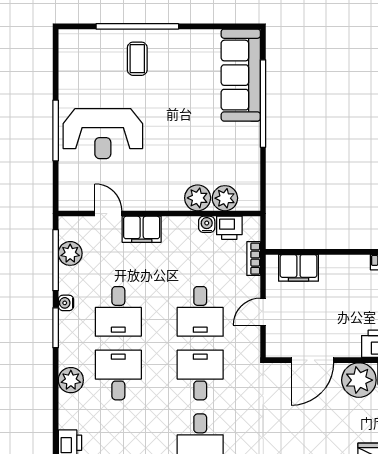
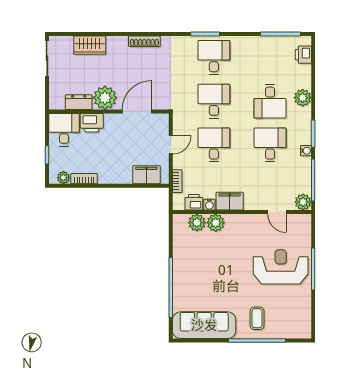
sofa: (241, 75) -> (204, 325), moved, turned -90
filing cabinet: (142, 229) -> (230, 201), moved
plant: (70, 253) -> (303, 202), moved
desk: (200, 375) -> (214, 101), turned 180

